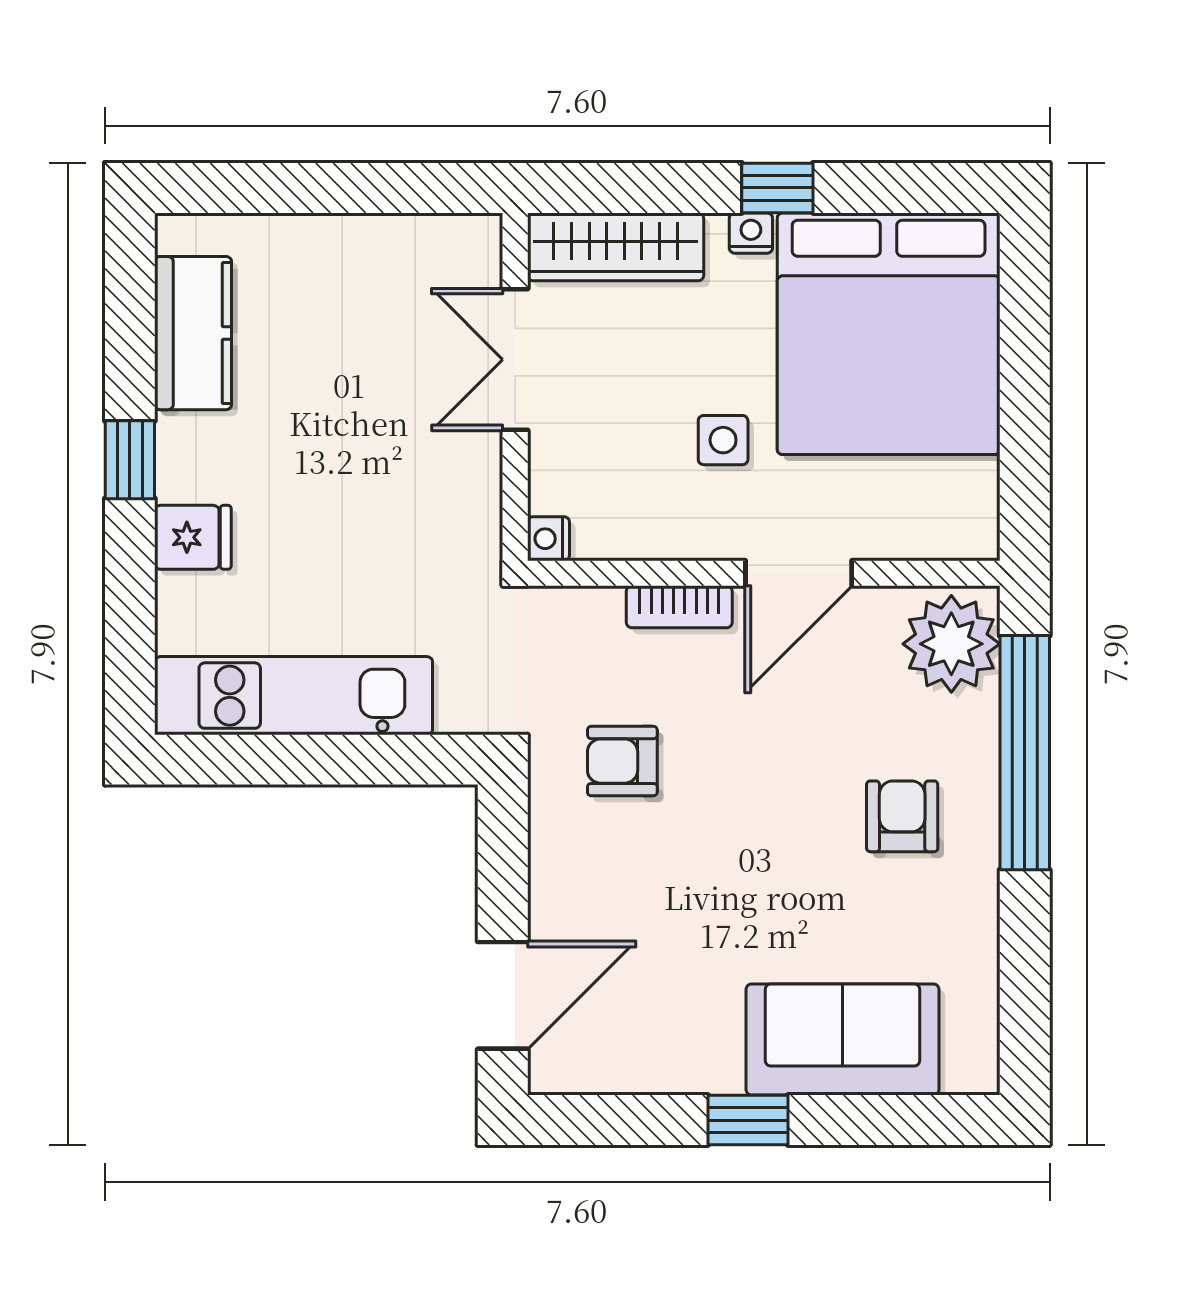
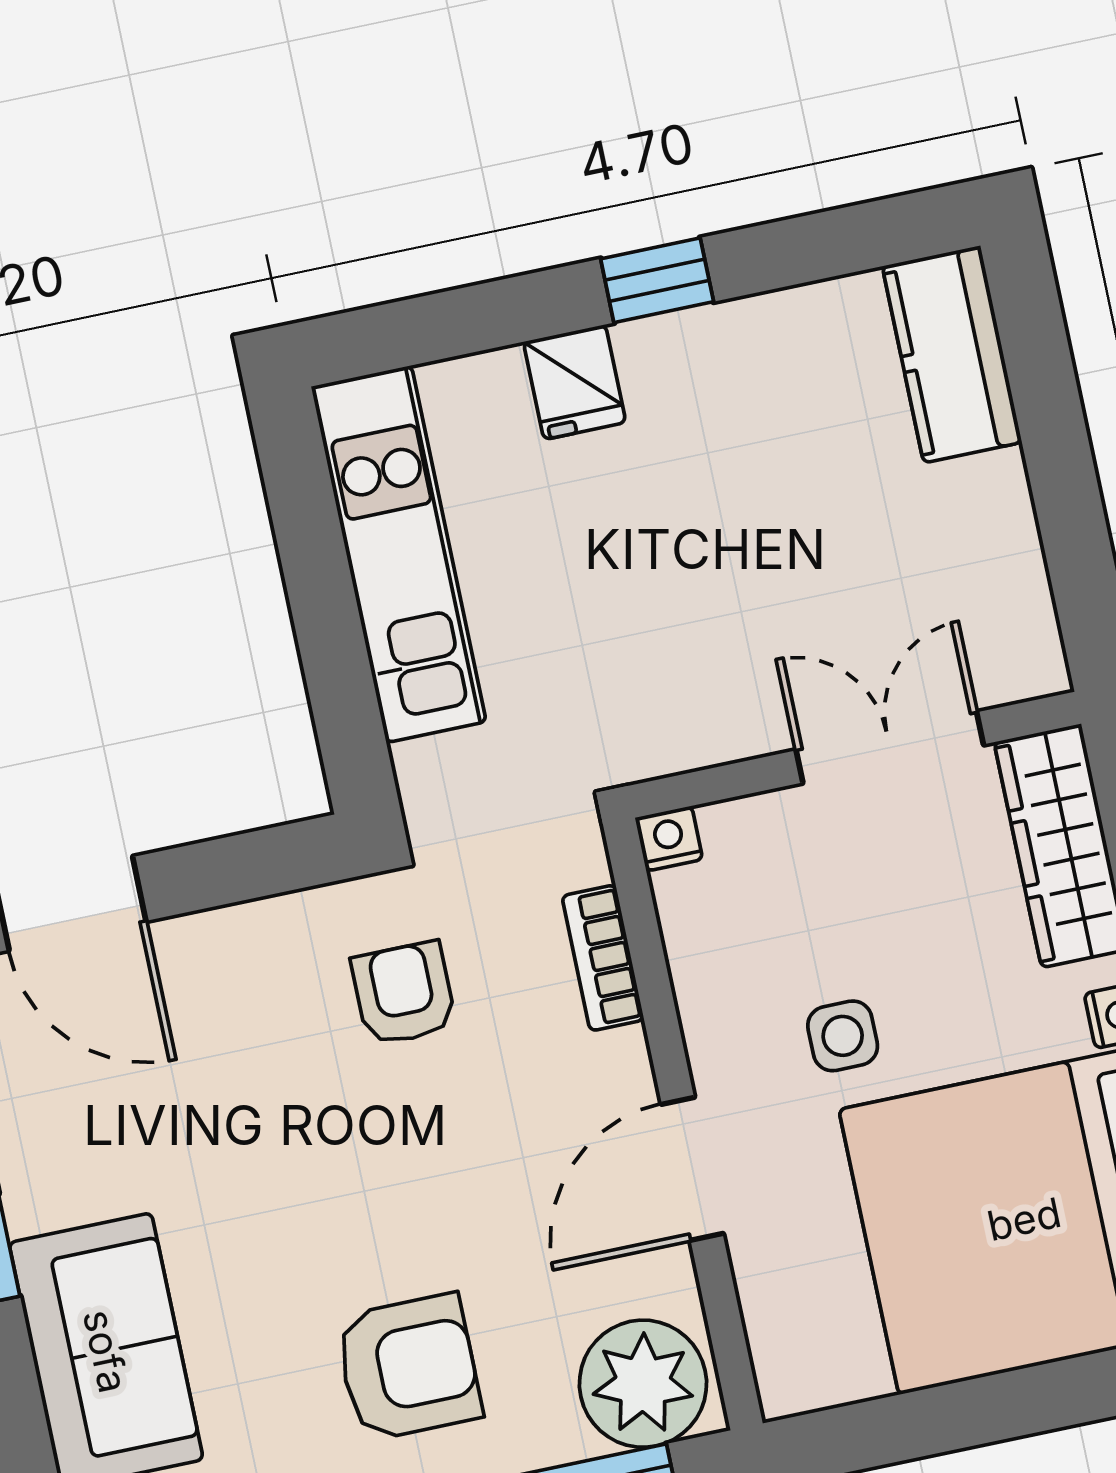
kitchen counter: (193, 333) -> (952, 354), moved, turned 90
door: (799, 573) -> (692, 1169), hinge flipped
bookcase: (679, 607) -> (603, 958), moved
armchair: (902, 816) -> (408, 1367), width x1.38, depth x1.38

